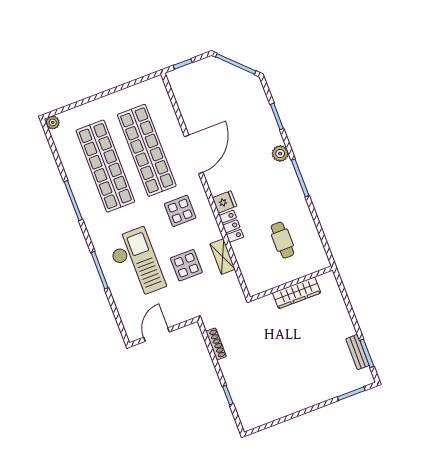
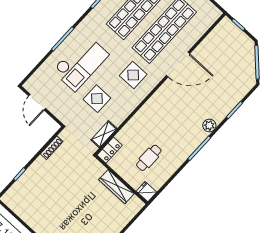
fridge: (224, 202) -> (146, 192), moved, turned 180
locker: (231, 226) -> (110, 150), moved
shelving: (222, 257) -> (104, 134), moved
door: (157, 335) -> (37, 102), swing flipped

